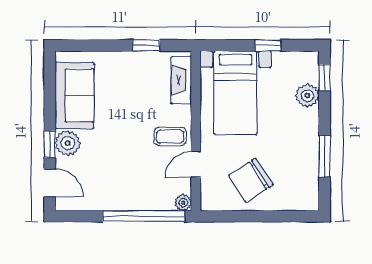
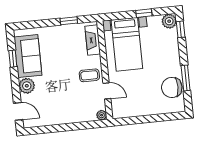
plant: (307, 96) -> (169, 21), moved
window: (50, 144) -> (13, 59), moved
door: (196, 164) -> (107, 91), swing flipped
chair: (251, 180) -> (172, 87), moved, turned 33
window: (144, 216) -> (78, 126), removed

